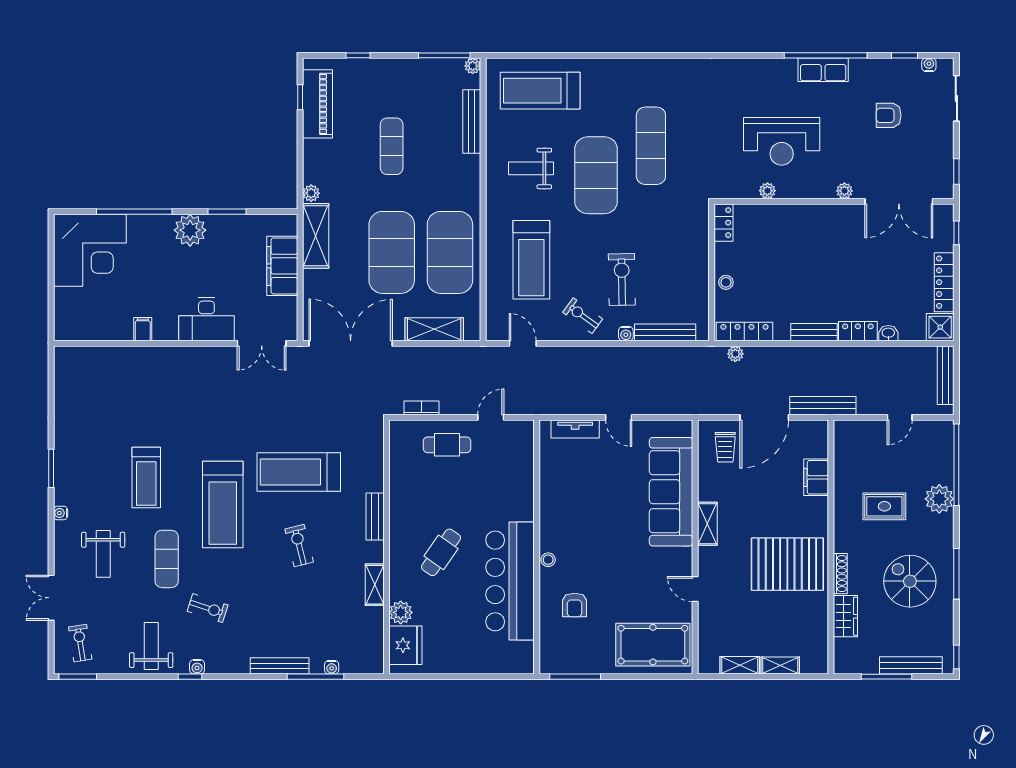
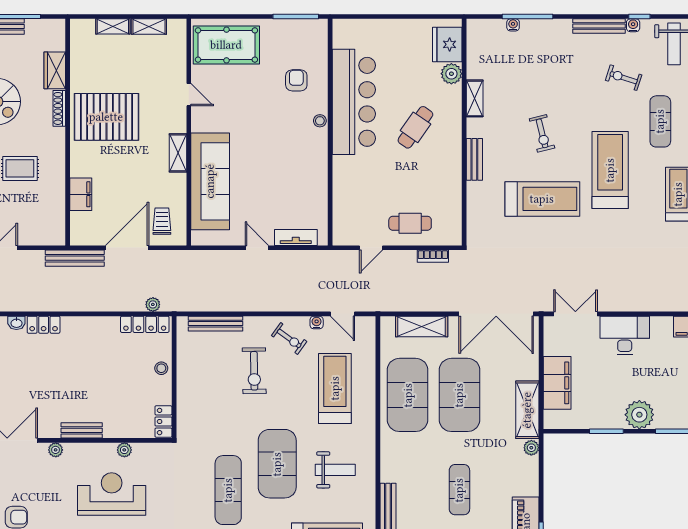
bench: (814, 332) -> (82, 430), moved
water cooler: (626, 334) -> (317, 322), moved
bench: (280, 666) -> (599, 26), moved

